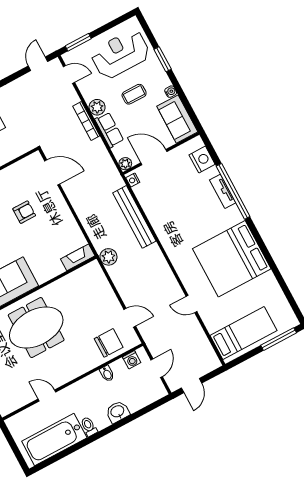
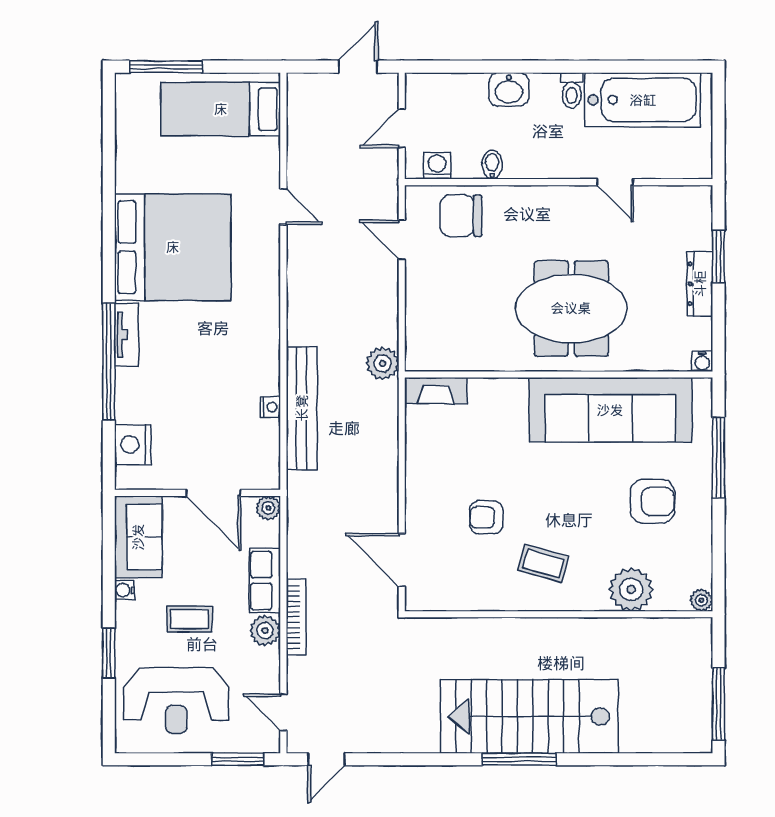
nightstand: (133, 180) -> (270, 407), moved
tv unit: (223, 191) -> (127, 335), moved

